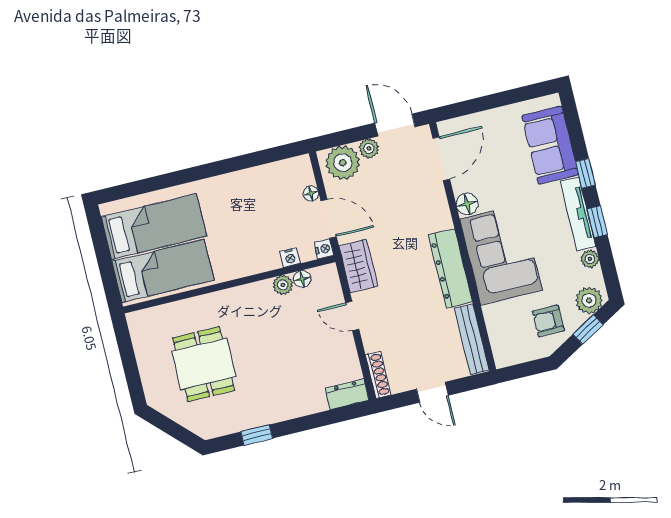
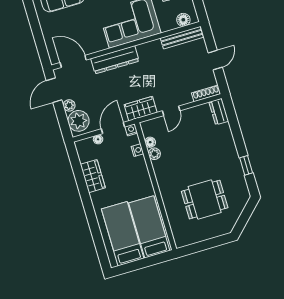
wardrobe: (251, 182) -> (93, 176), added
floor lamp: (467, 204) -> (183, 20), moved
dresser: (451, 268) -> (115, 60), moved

